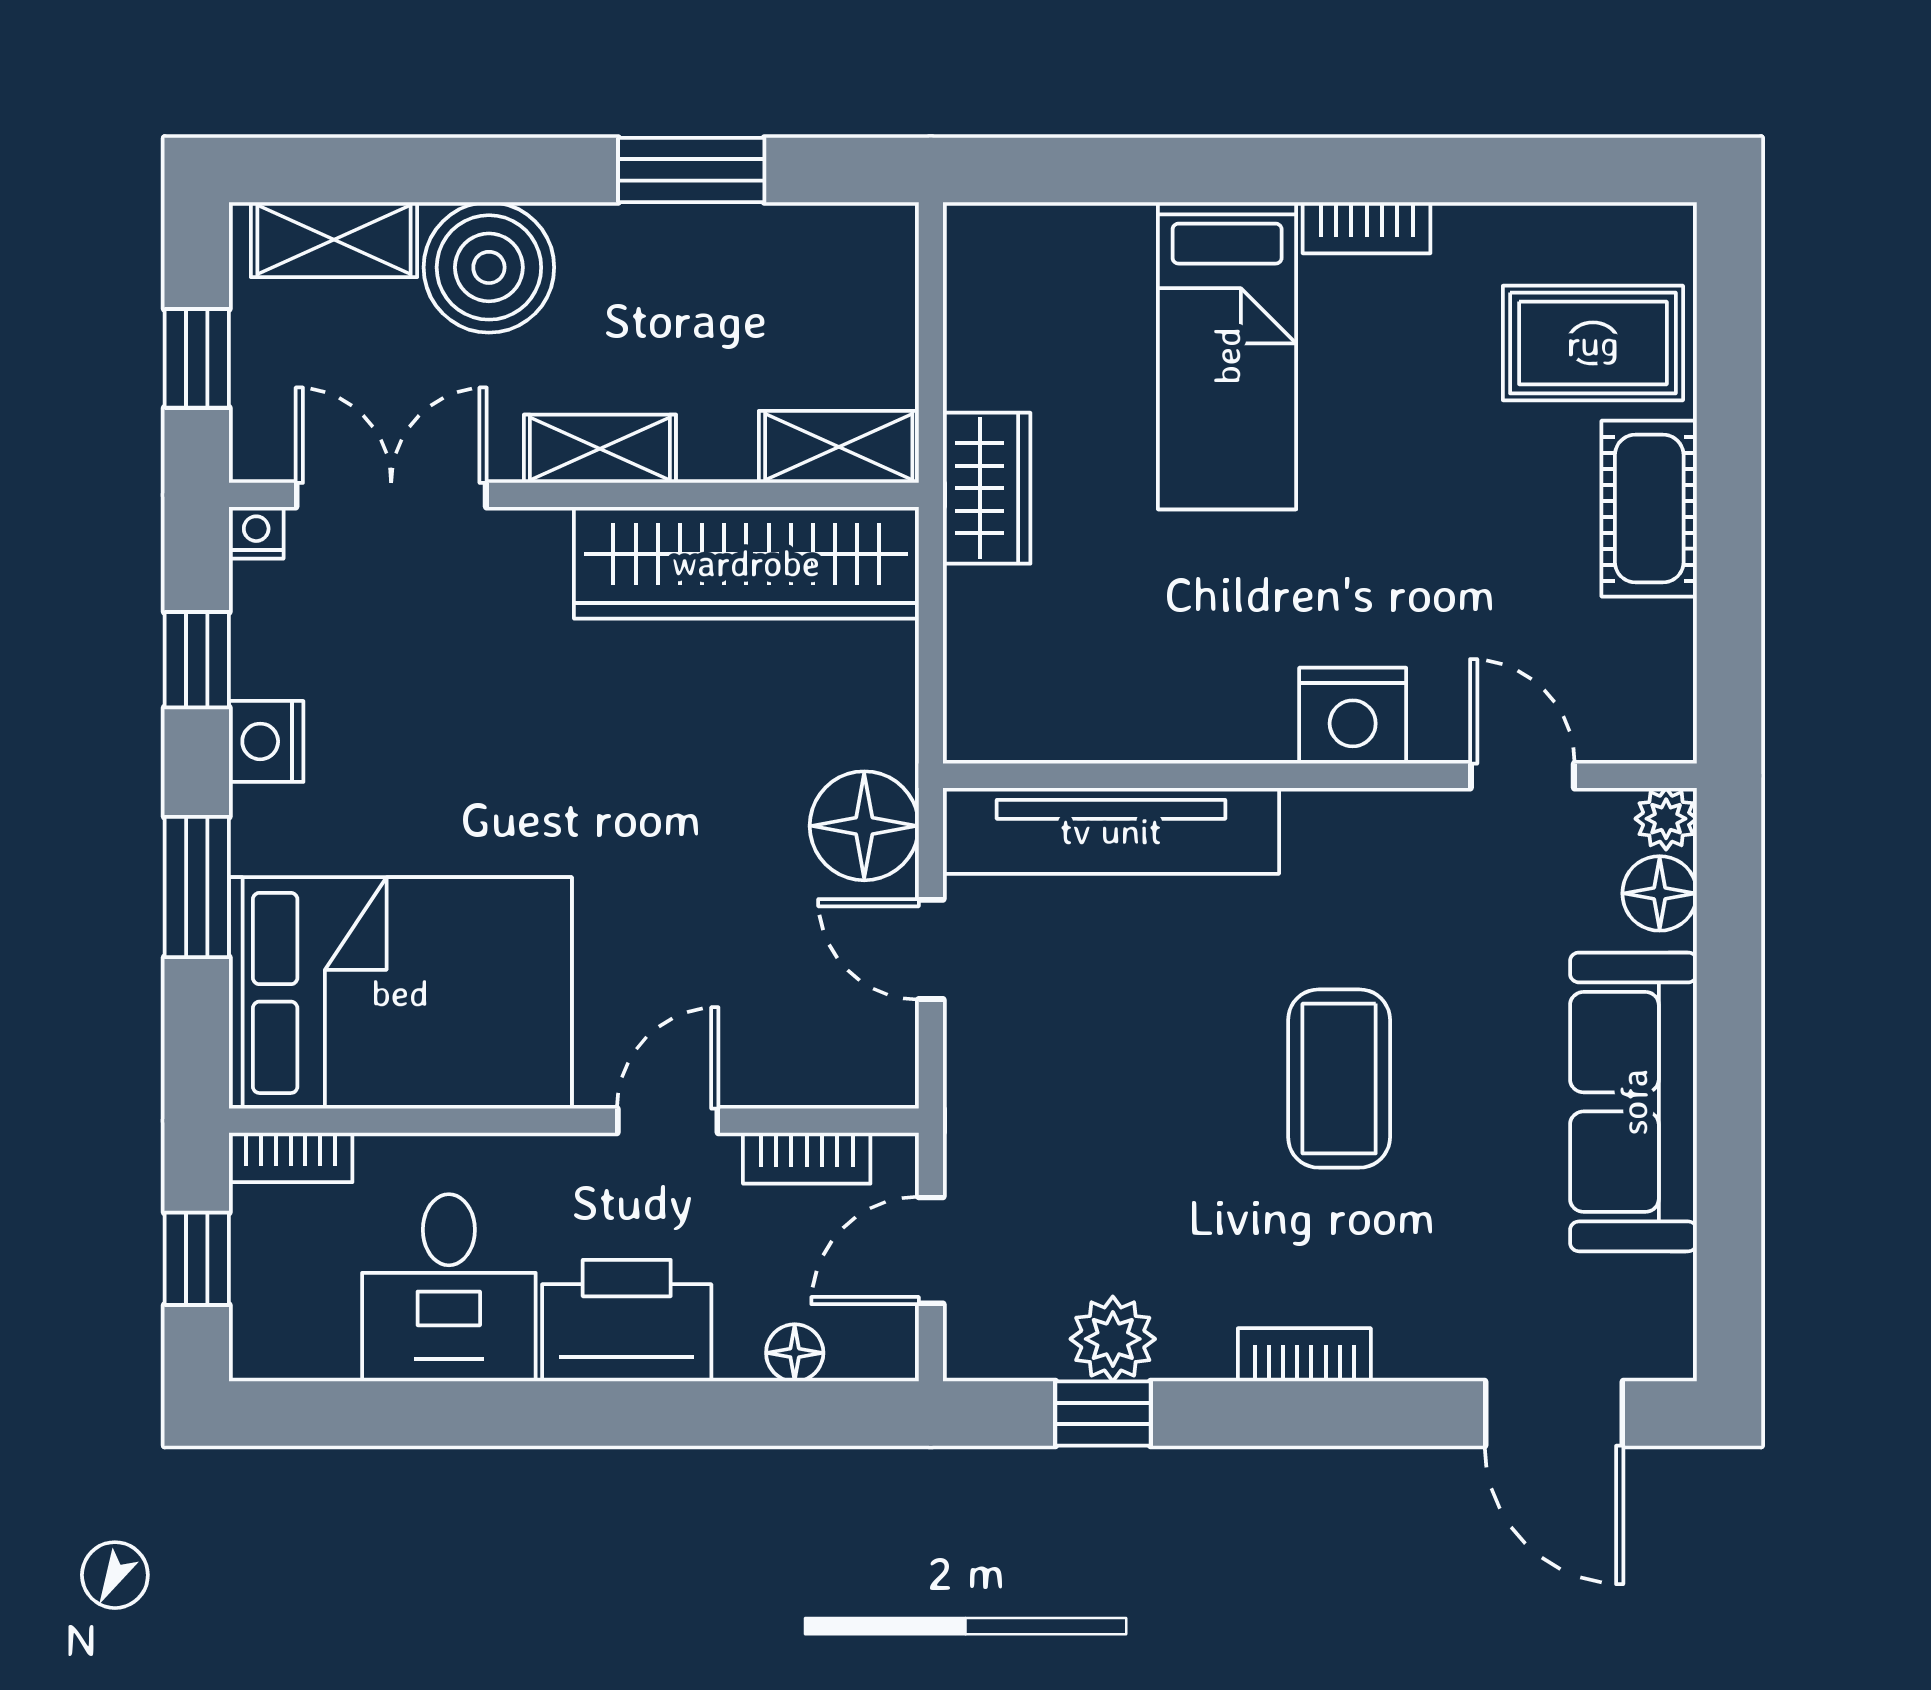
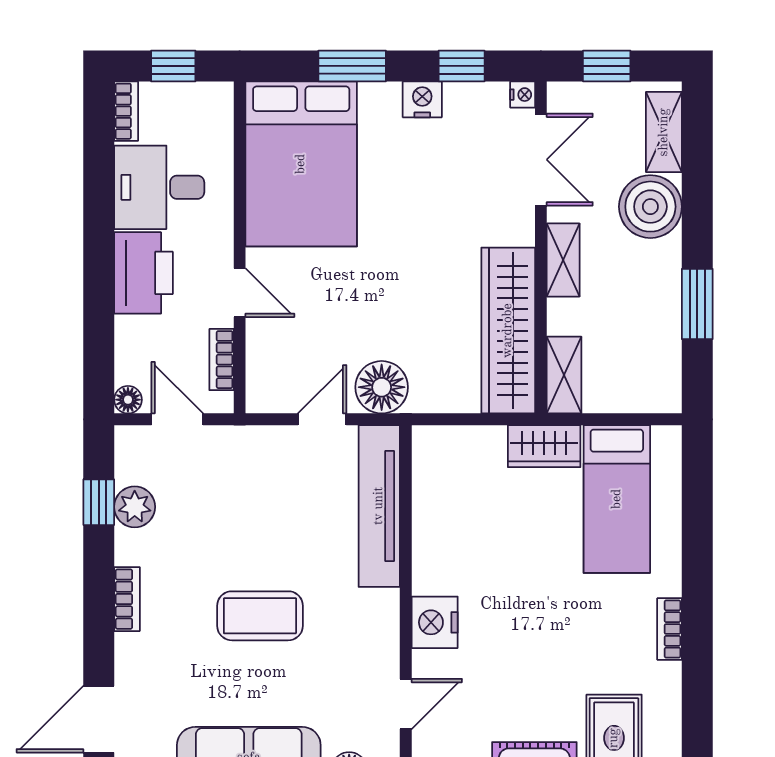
bed: (1227, 356) -> (617, 499), moved, turned -90
bookcase: (291, 1157) -> (126, 111), moved, turned 180
floor lamp: (795, 1353) -> (128, 400), moved

